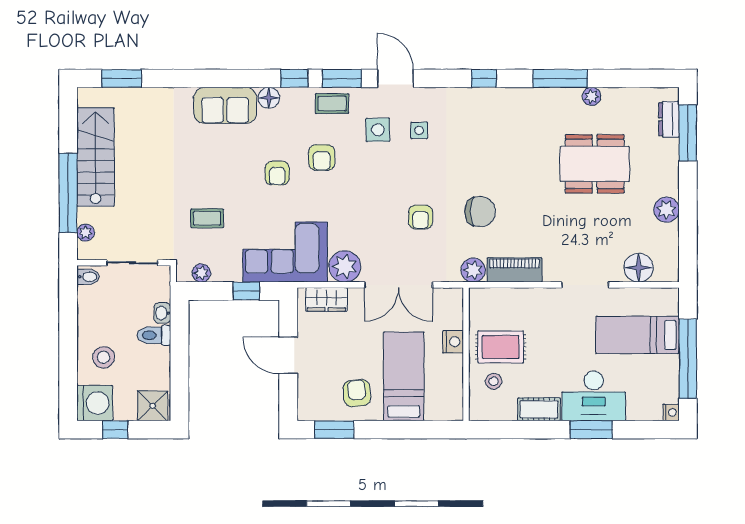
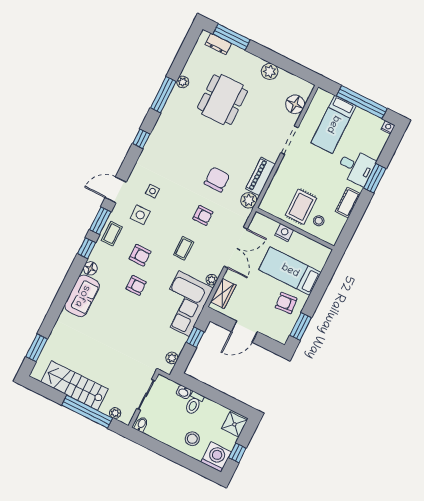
coffee table: (207, 218) -> (184, 248), moved
plant: (345, 266) -> (212, 280), width x0.53, depth x0.53
desk: (594, 396) -> (356, 167), width x0.73

